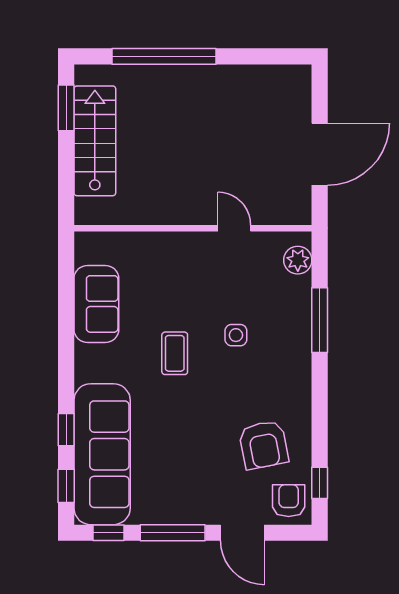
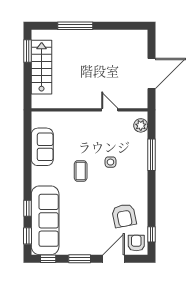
window: (164, 56) -> (75, 26), width x0.68
window: (173, 533) -> (80, 259), width x0.69
door: (242, 533) -> (114, 259), swing flipped

